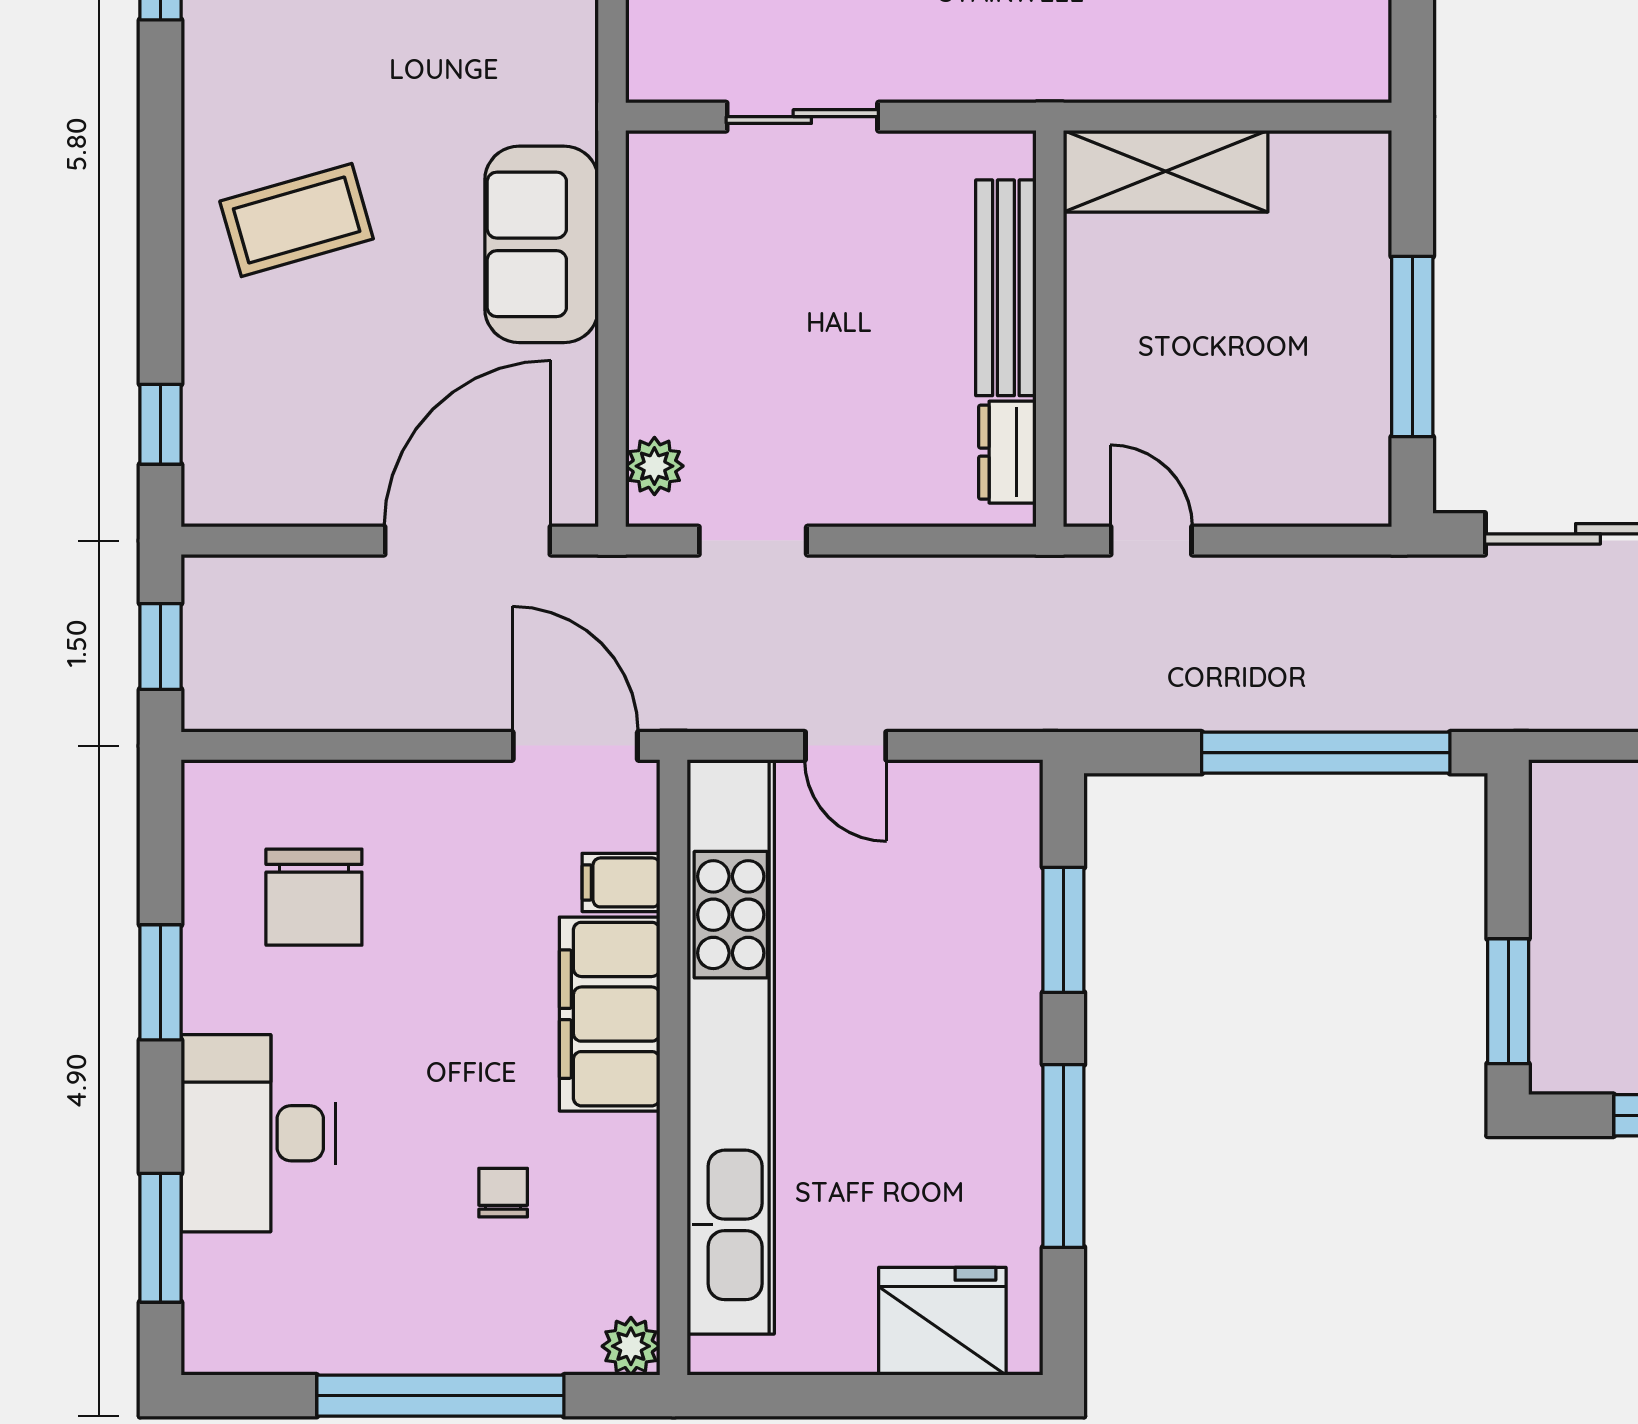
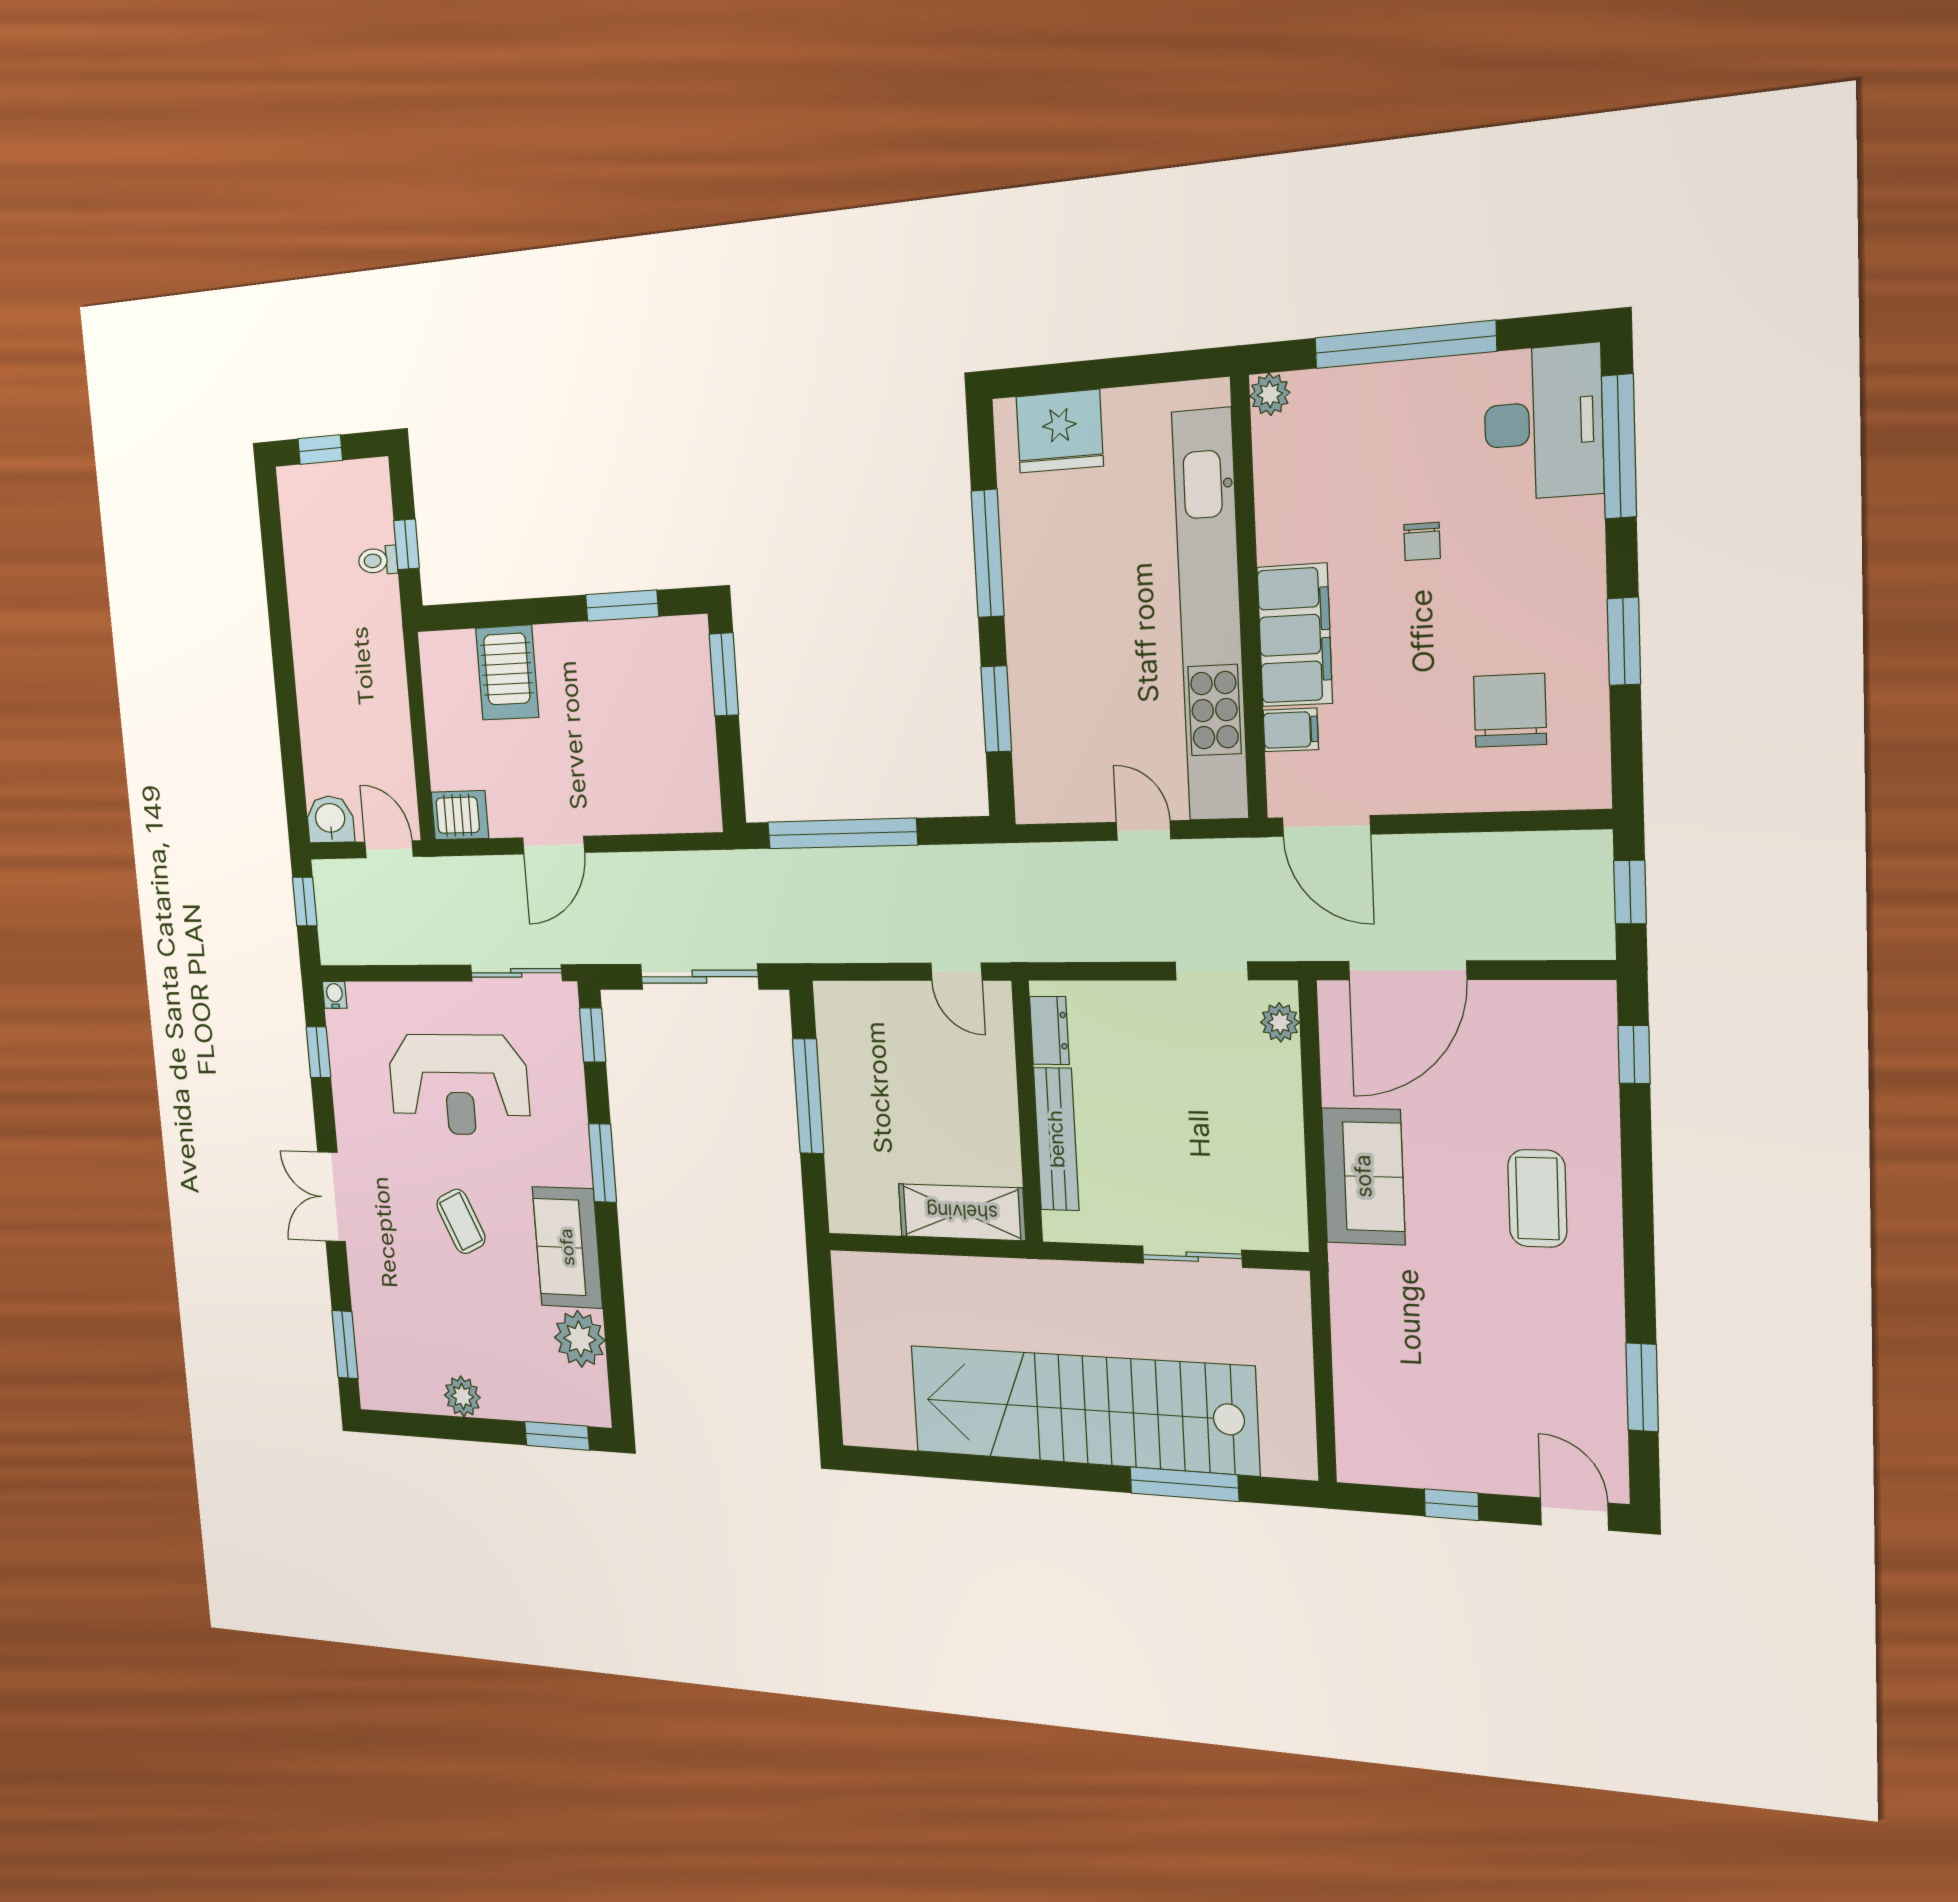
coffee table: (297, 220) -> (1537, 1198), turned -74
desk: (258, 1133) -> (1543, 423), moved
chair: (503, 1193) -> (1422, 542), moved
window: (161, 1238) -> (1619, 447), width x1.44

